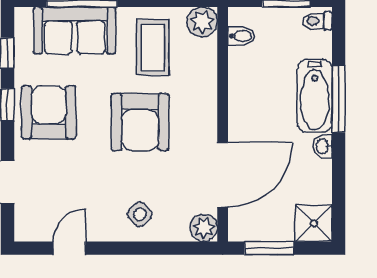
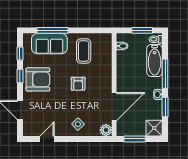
plant: (202, 22) -> (105, 40), removed
bathtub: (315, 96) -> (155, 60), moved
armchair: (49, 112) -> (38, 79), turned 90
armchair: (140, 122) -> (78, 84), width x0.53, depth x0.53
window: (339, 175) -> (165, 107), added

